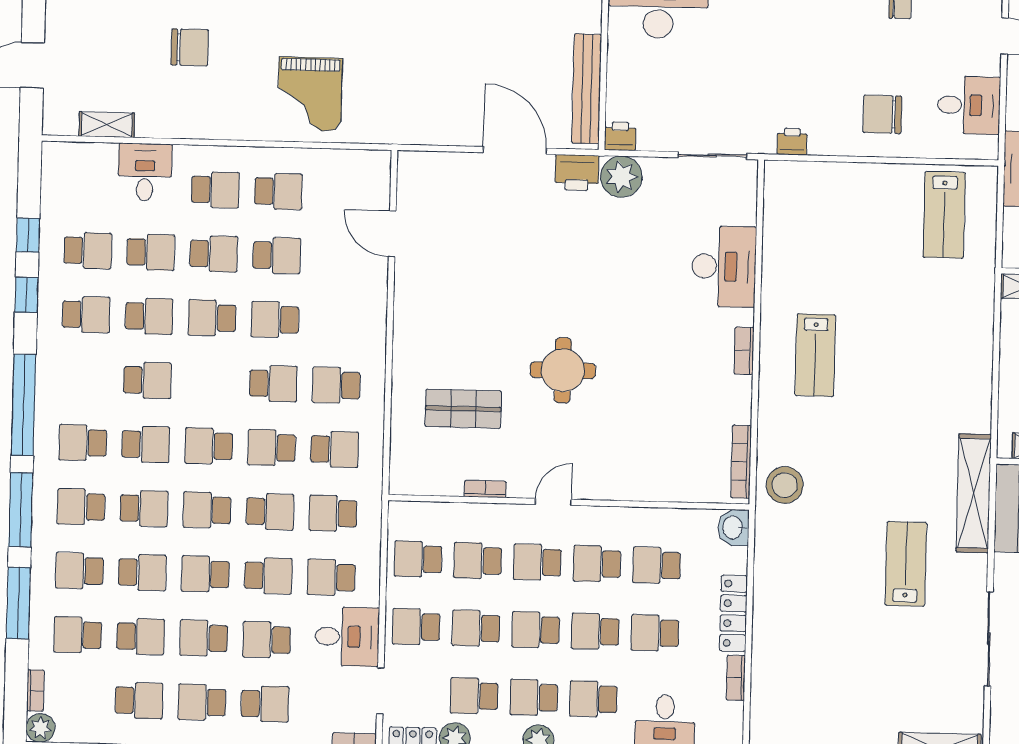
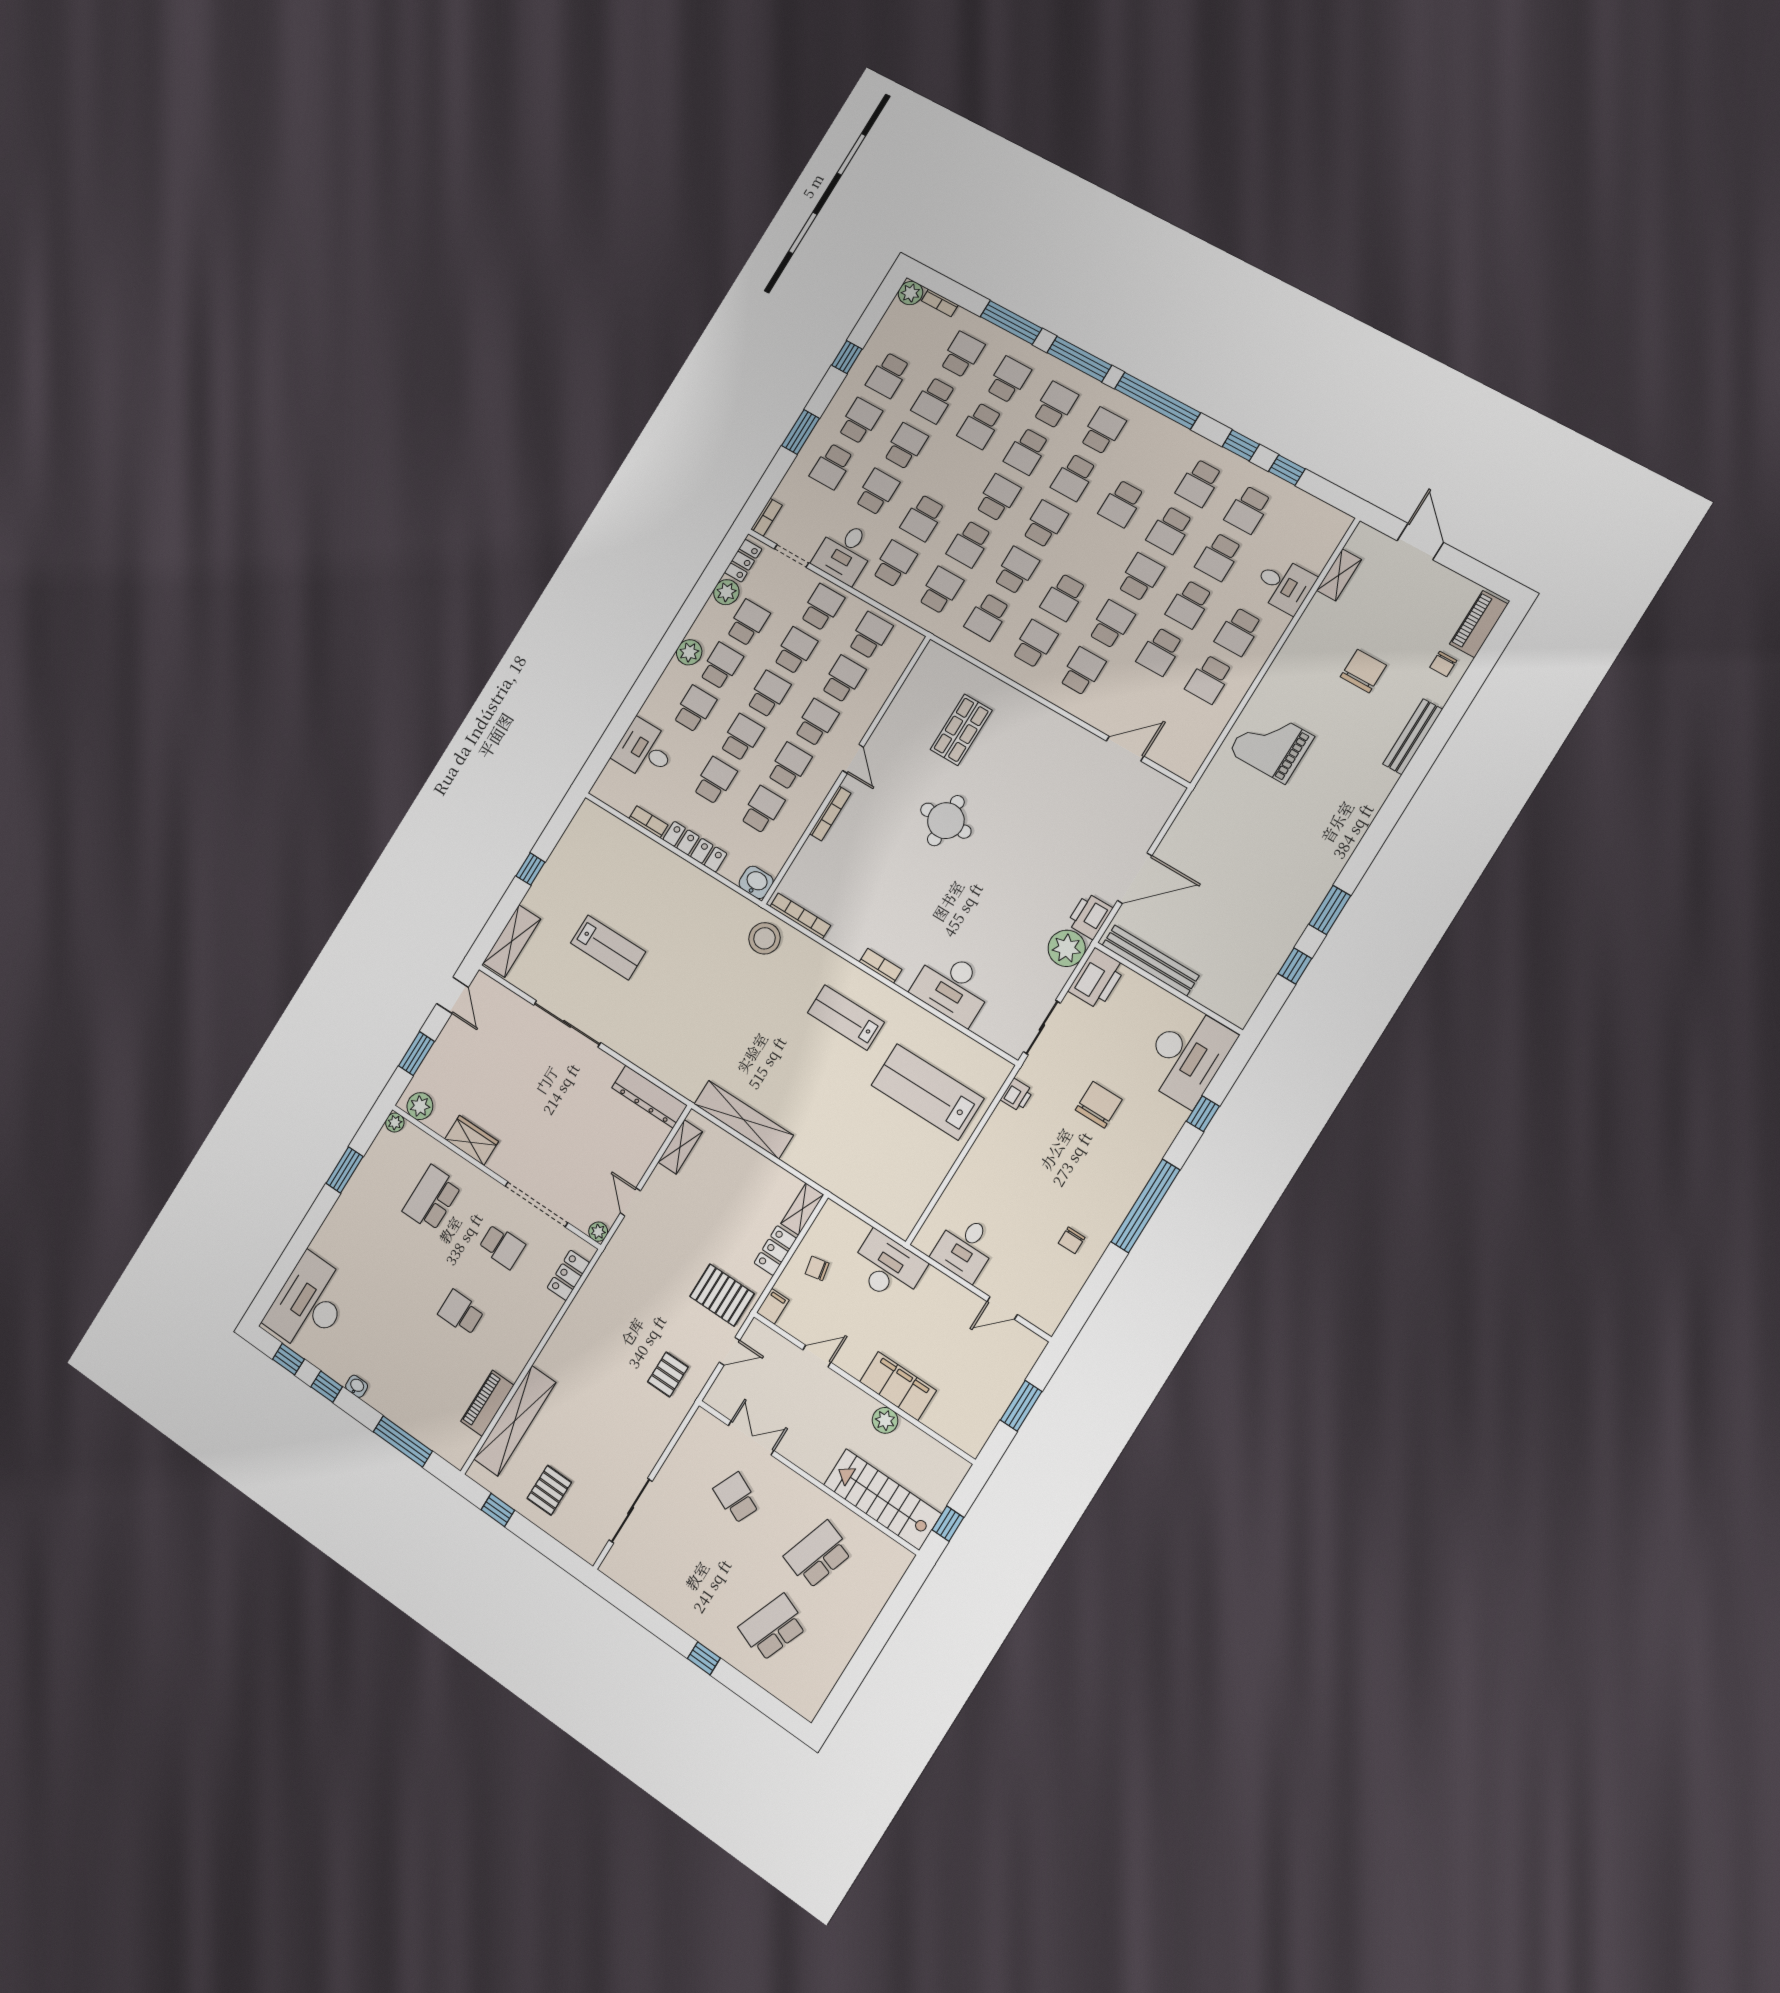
chair: (190, 47) -> (1363, 671), turned 180
chair: (882, 114) -> (1099, 1105), moved
printer: (620, 136) -> (1097, 979), width x1.87, depth x1.48
lab bench: (944, 215) -> (927, 1092), moved, width x1.36, depth x1.39
bookcase: (485, 489) -> (830, 813), moved, width x1.56
shelving: (974, 493) -> (744, 1120), moved
lab bench: (906, 564) -> (608, 947), moved
school desk: (205, 574) -> (1082, 671), moved

